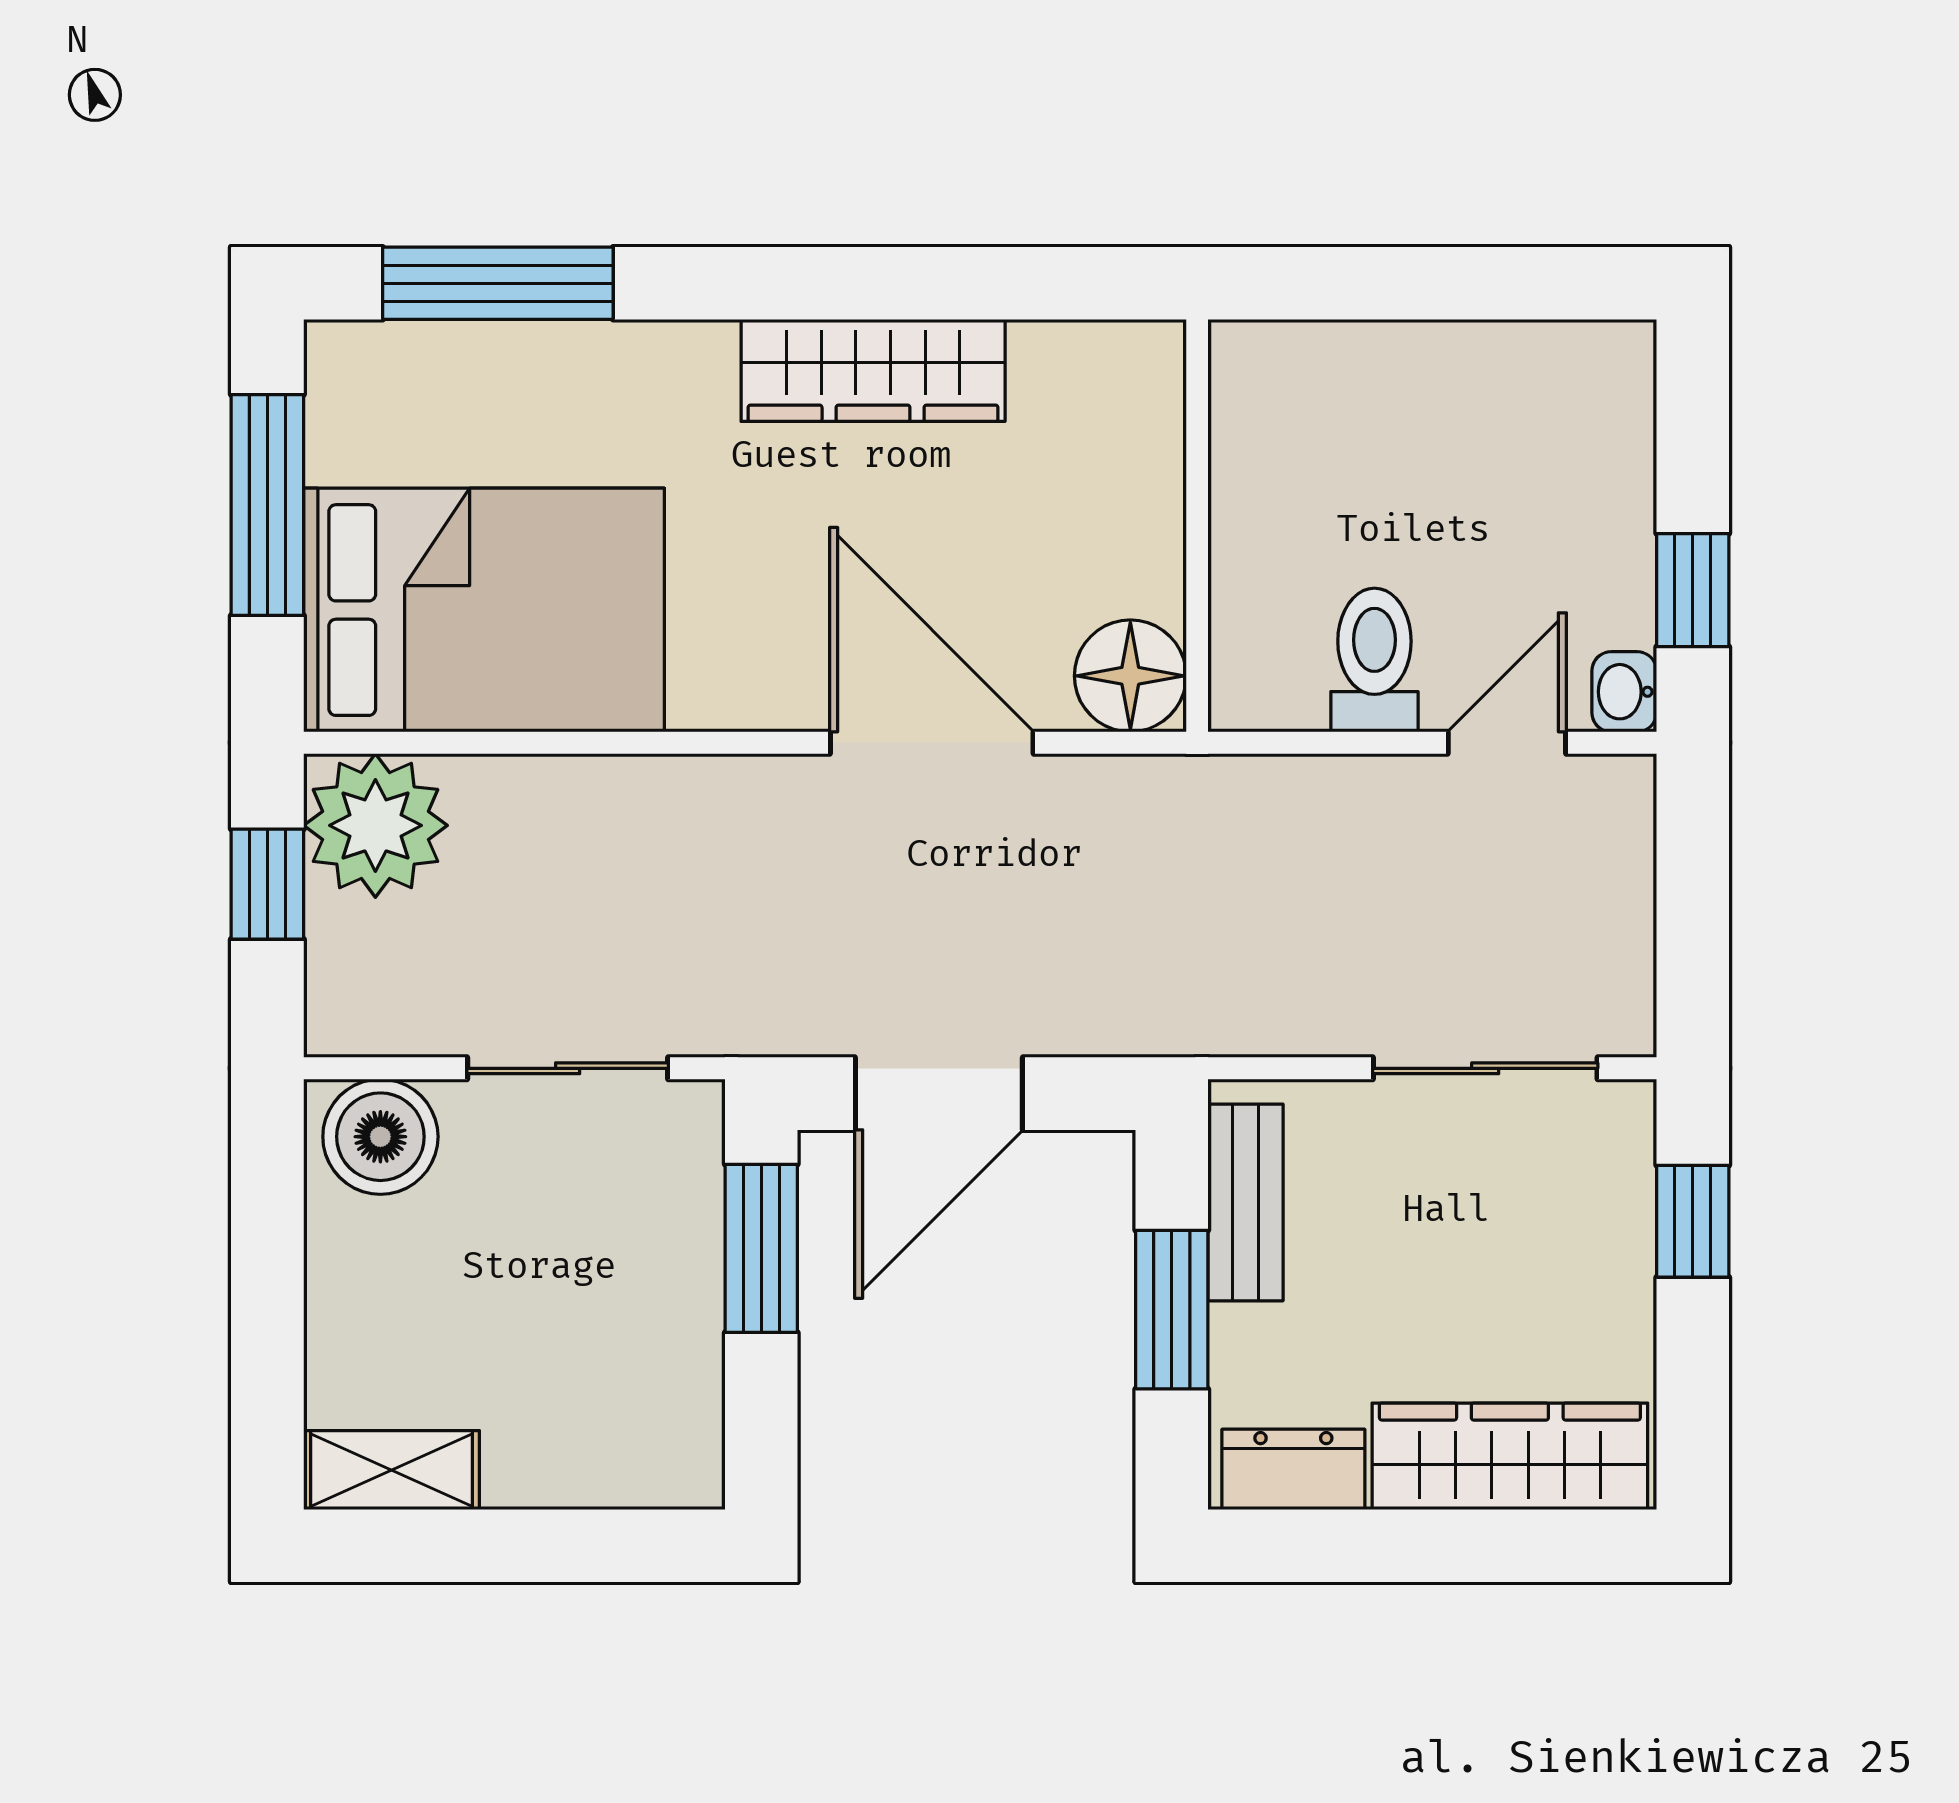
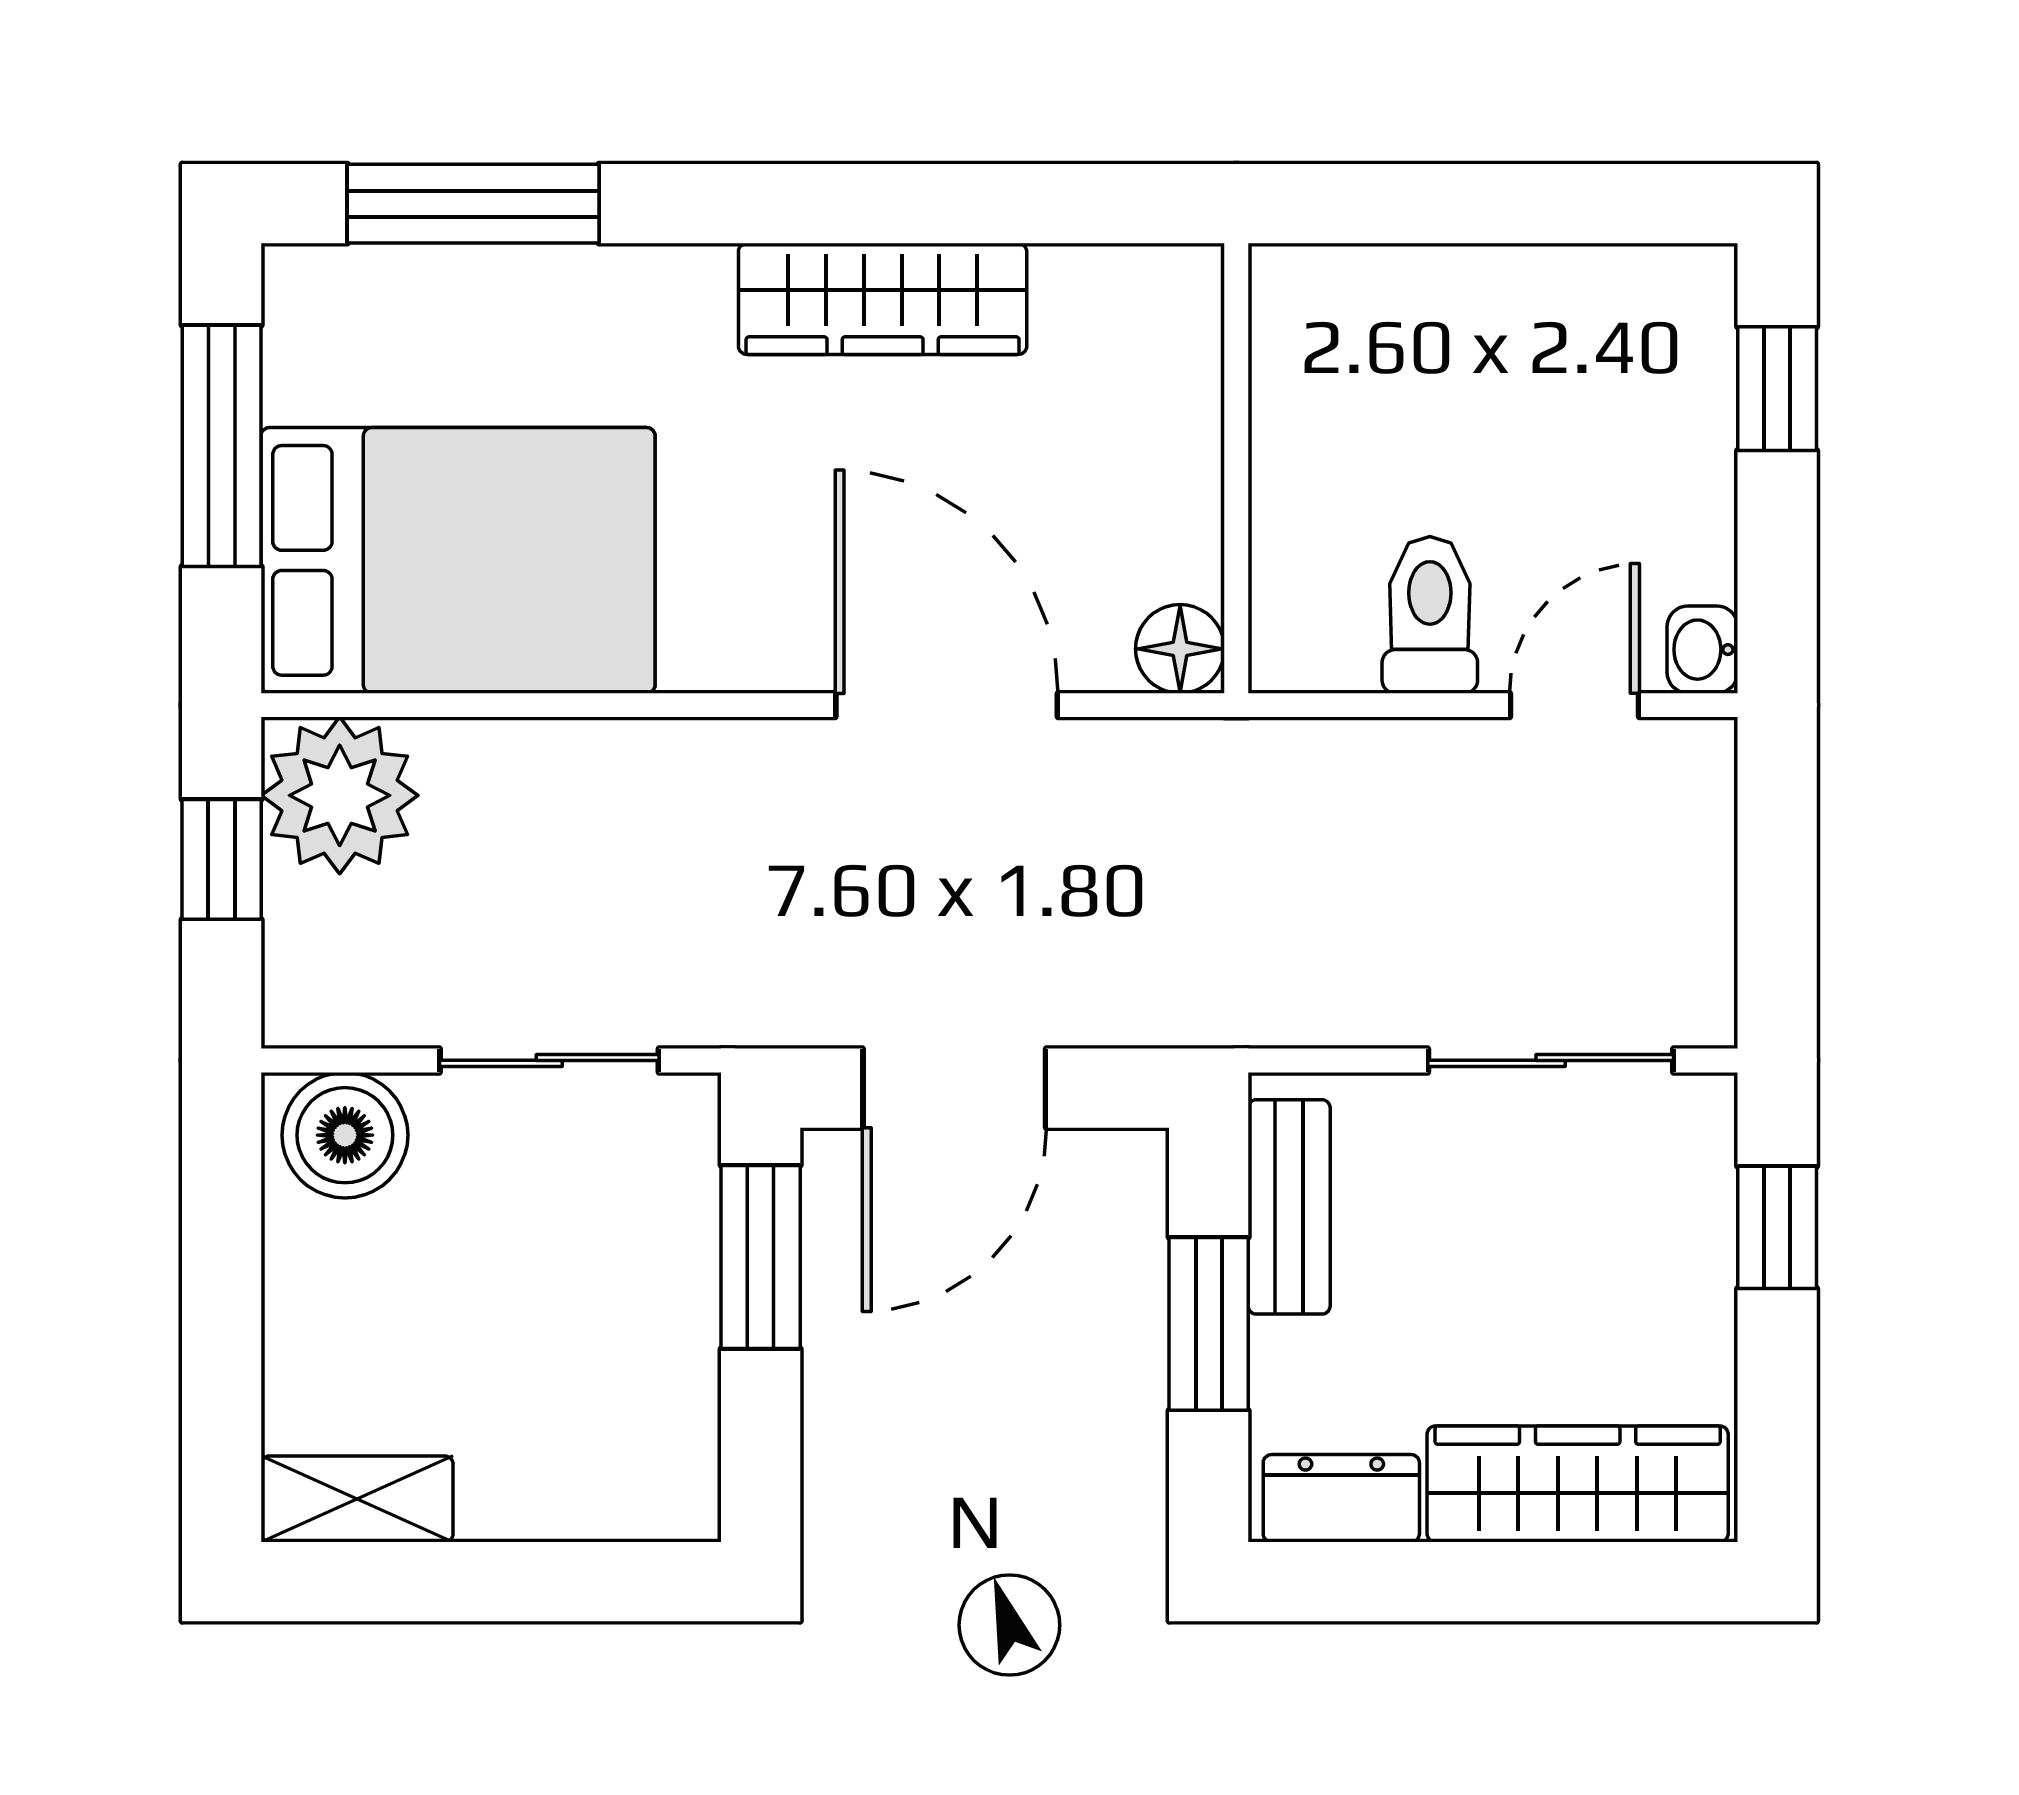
window: (1693, 590) -> (1777, 389), moved
floor lamp: (1130, 676) -> (1180, 649), width x0.73, depth x0.73

